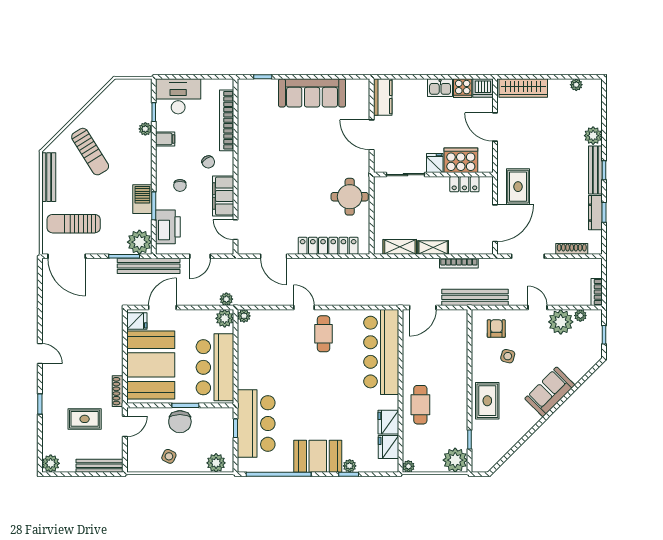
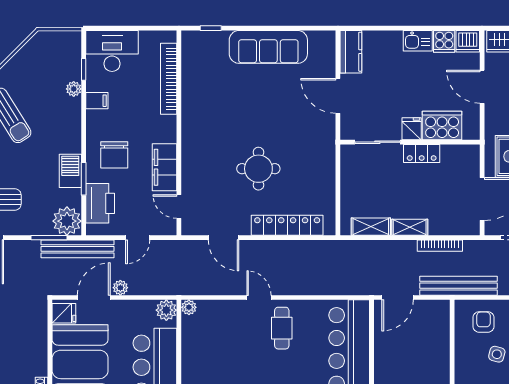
chair: (208, 162) -> (147, 128), removed
locker: (464, 184) -> (422, 154), moved
chair: (180, 185) -> (114, 155), width x1.87, depth x1.87
round table: (350, 197) -> (258, 169), moved
plant: (226, 299) -> (120, 288), moved

